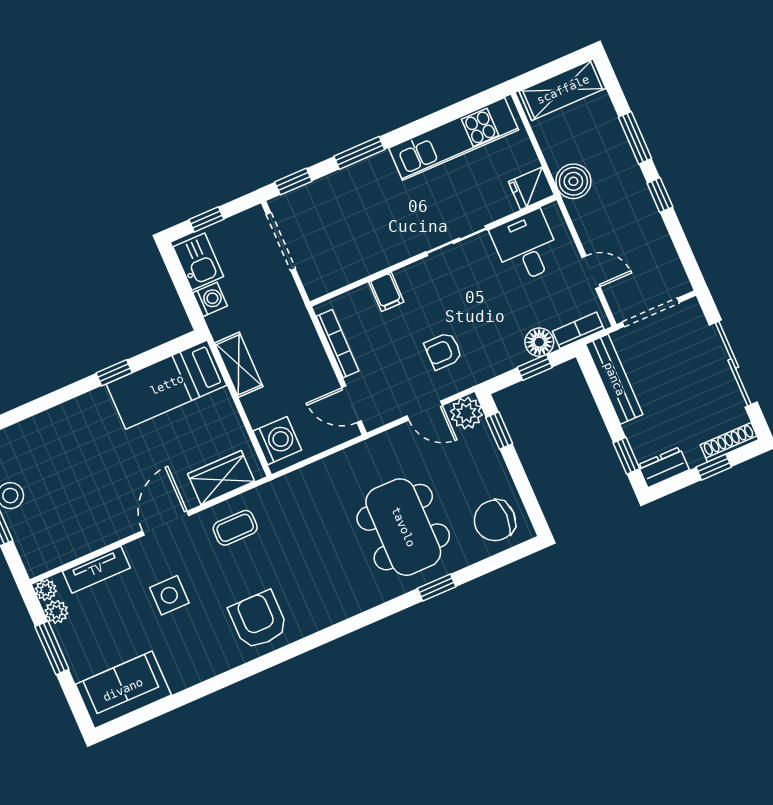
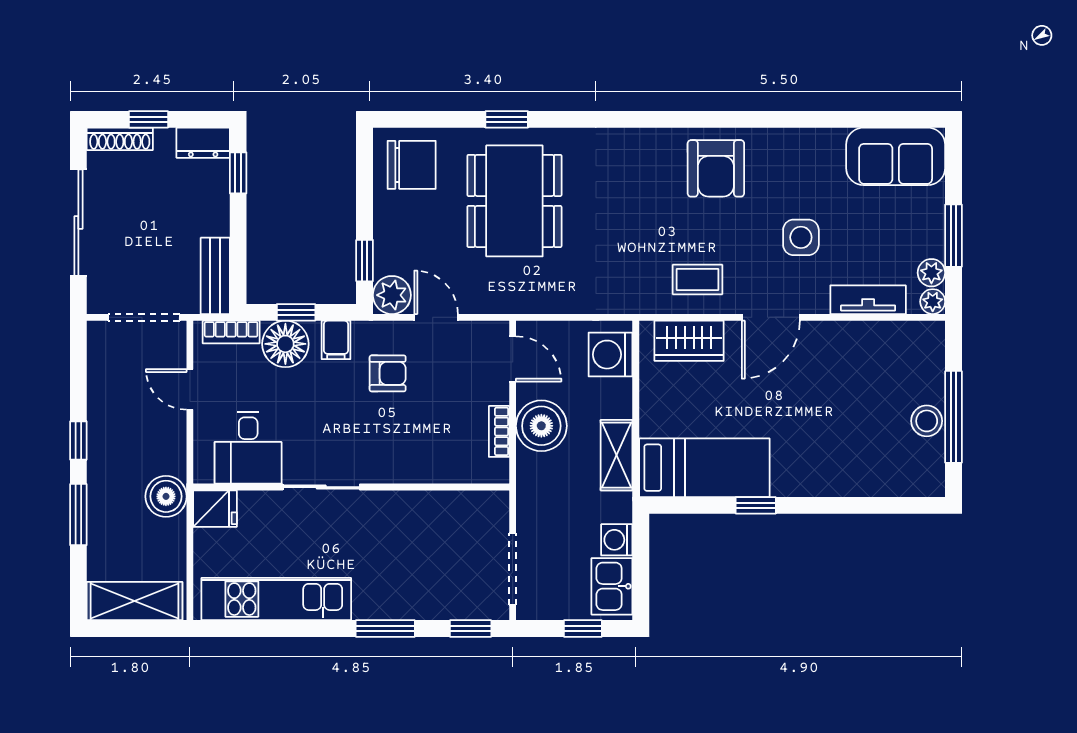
filing cabinet: (386, 292) -> (336, 340), moved, turned 180
floor lamp: (539, 342) -> (285, 344), width x1.38, depth x1.38
bookcase: (338, 344) -> (499, 431), width x0.64
boiler: (307, 362) -> (541, 426), added
bench: (614, 379) -> (215, 276), width x0.73

